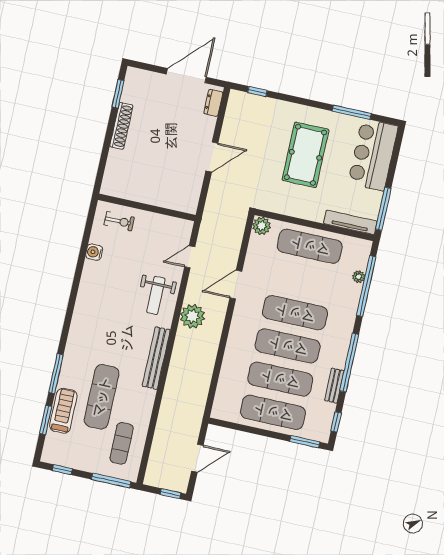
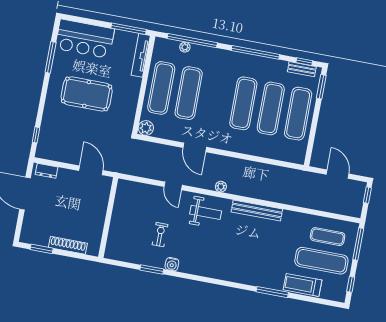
wall: (147, 207) -> (108, 218), moved
exercise bike: (119, 221) -> (160, 235), moved
exercise mat: (295, 313) -> (189, 93), moved
plant: (193, 316) -> (221, 187), width x0.53, depth x0.53
bench: (334, 386) -> (302, 69), moved
exercise mat: (102, 397) -> (321, 261), moved
window: (46, 420) -> (152, 270), moved

